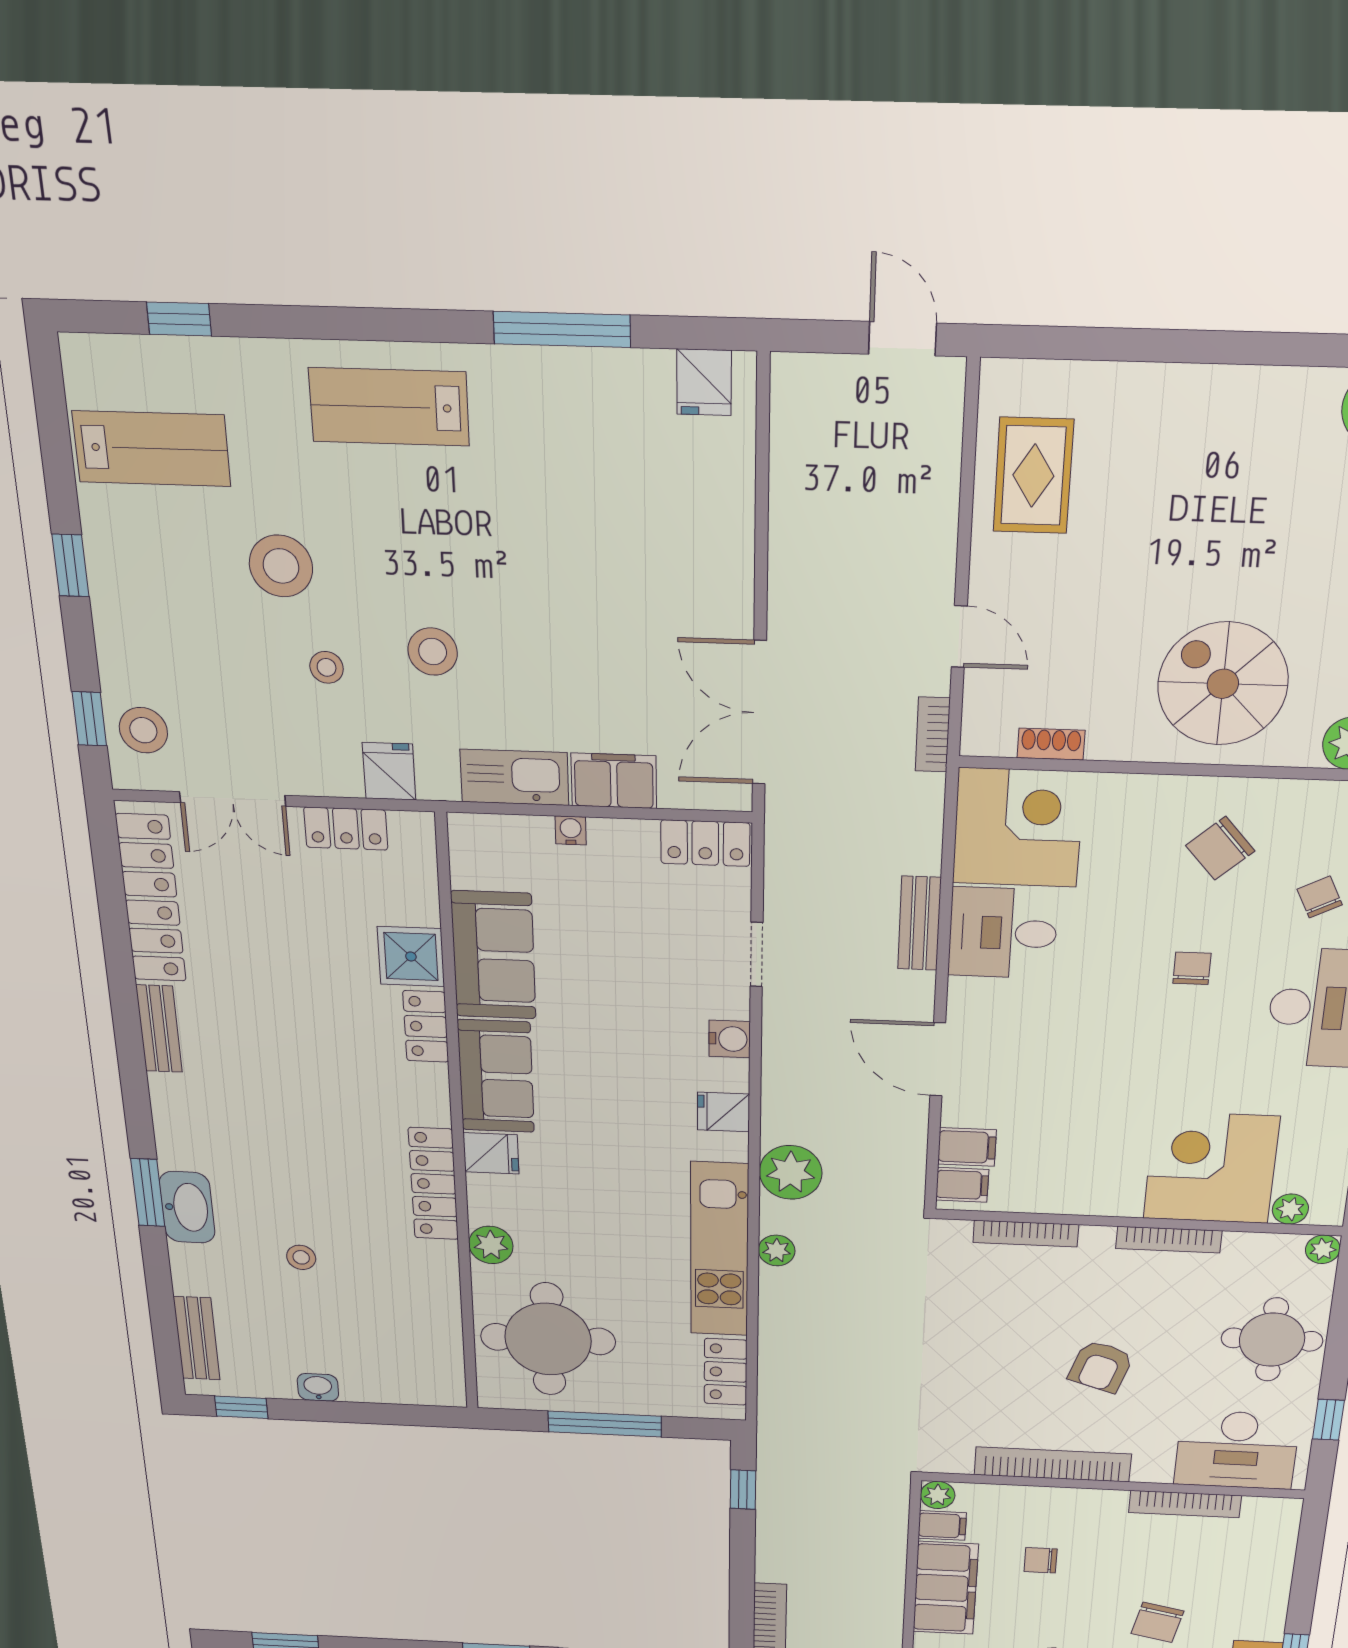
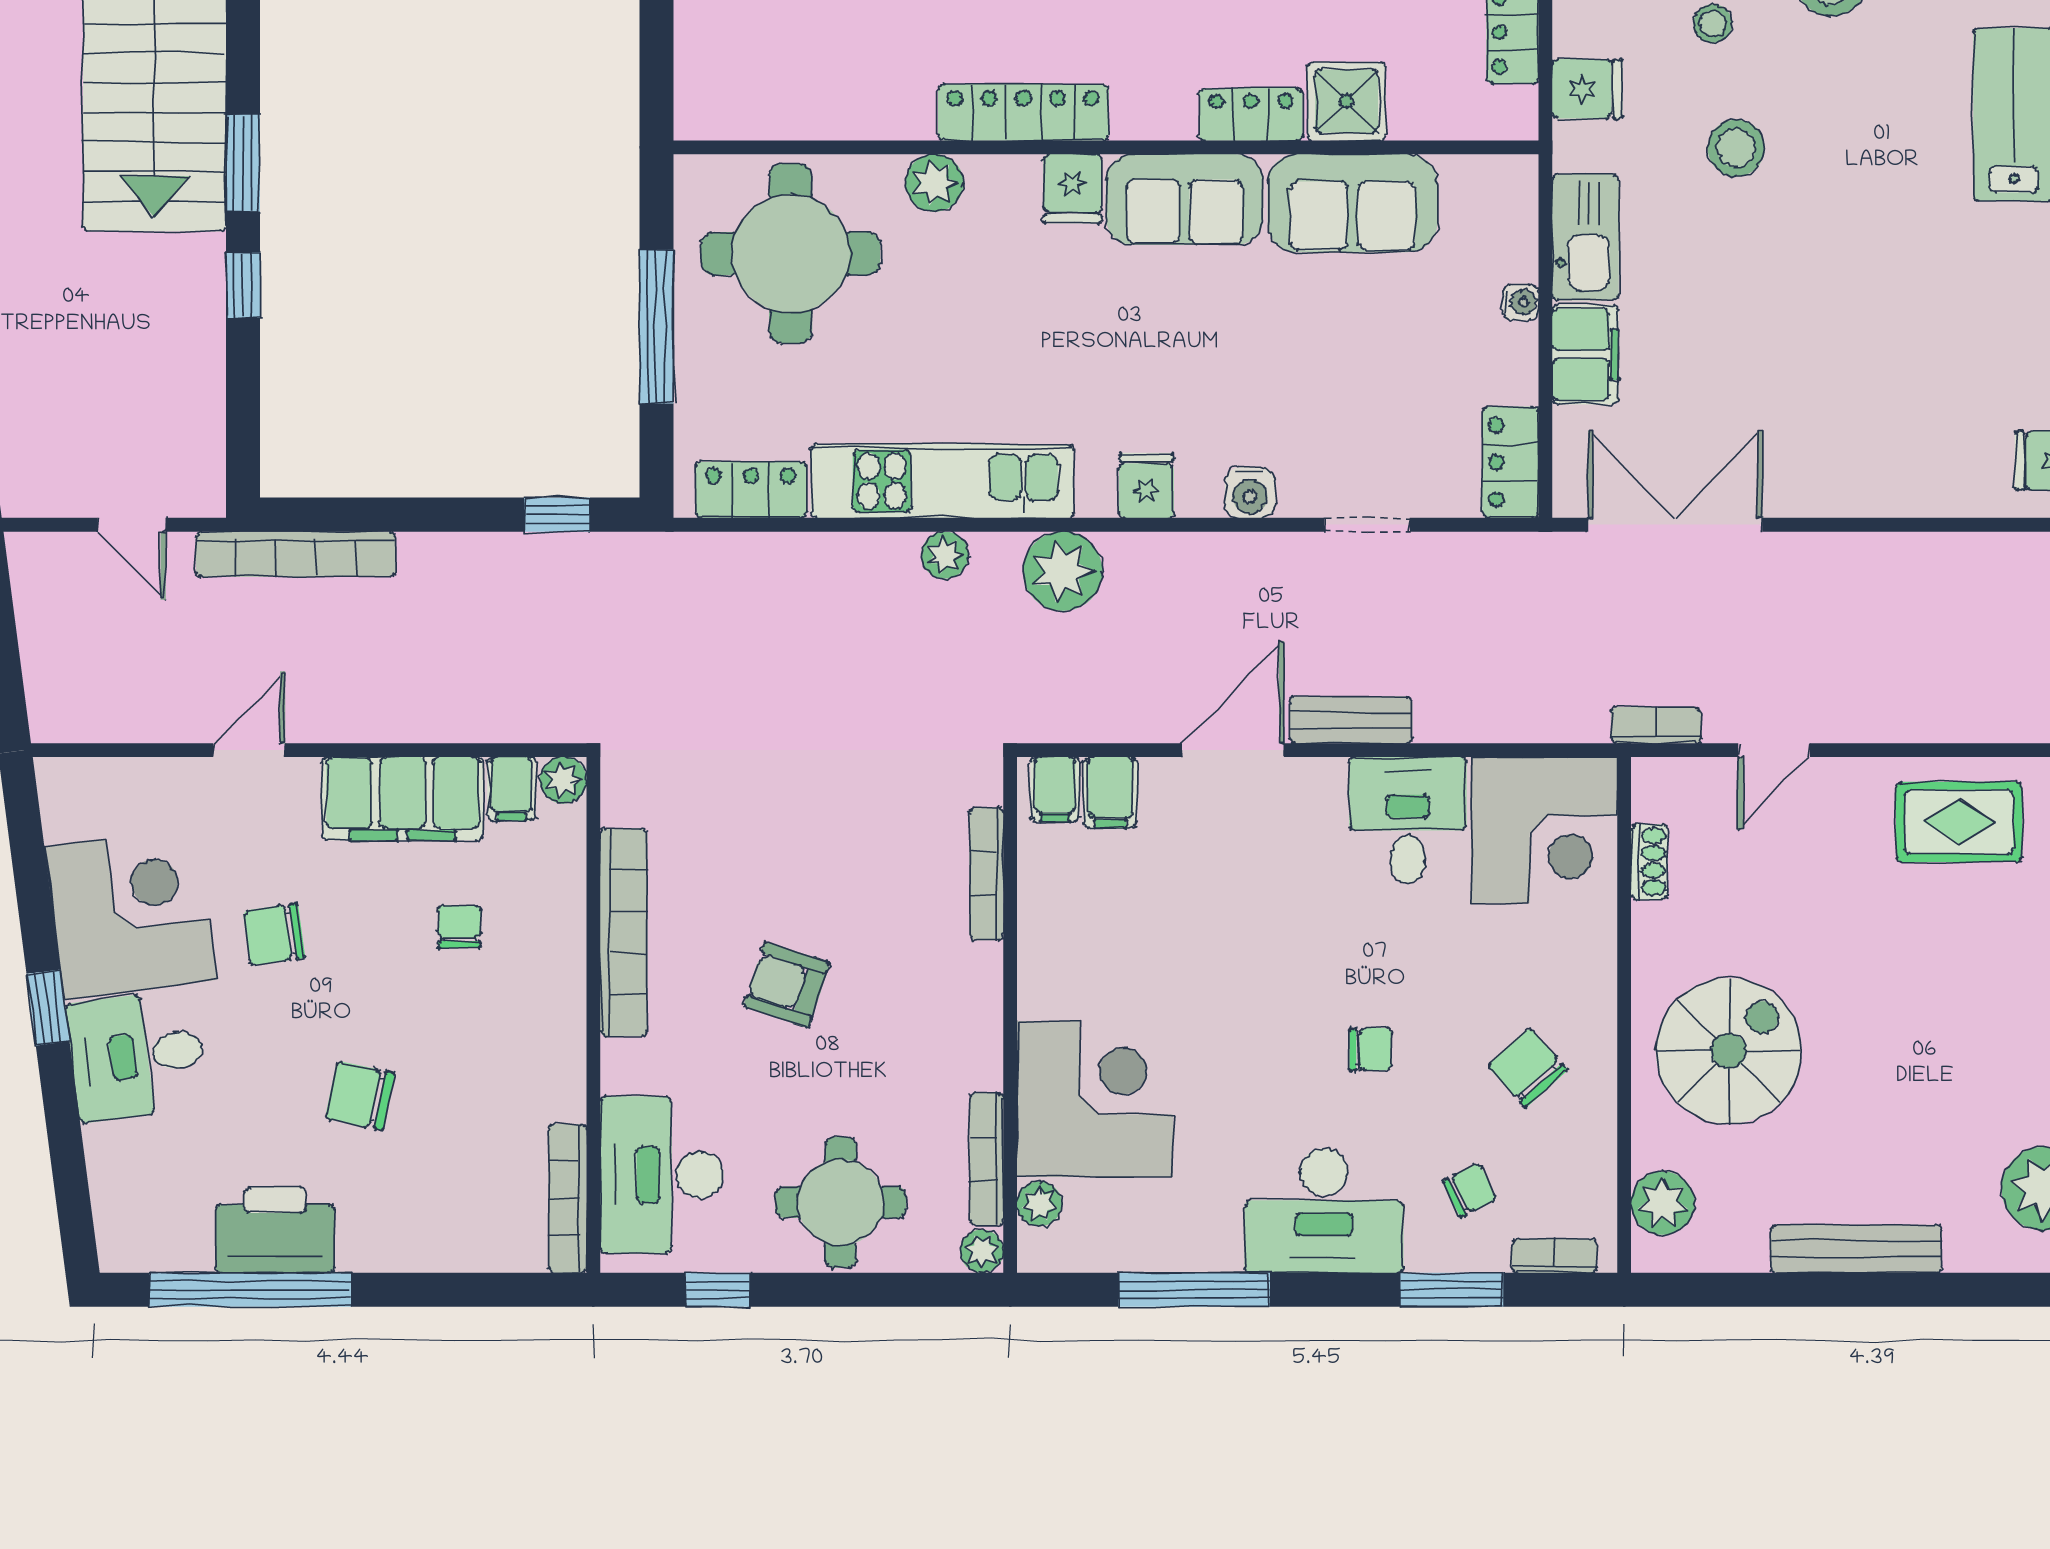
bench: (919, 923) -> (1351, 720), moved
bookcase: (1169, 1240) -> (987, 1159), moved
bookcase: (1185, 1504) -> (568, 1198), moved

